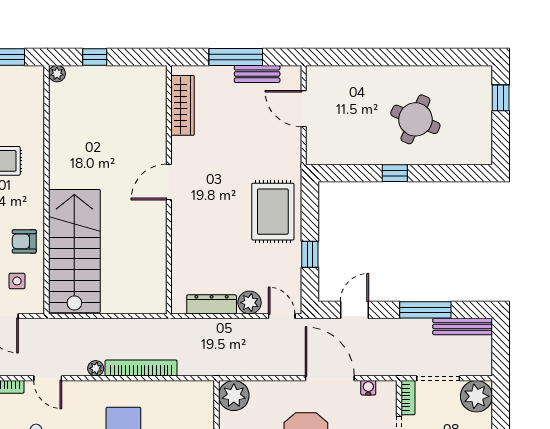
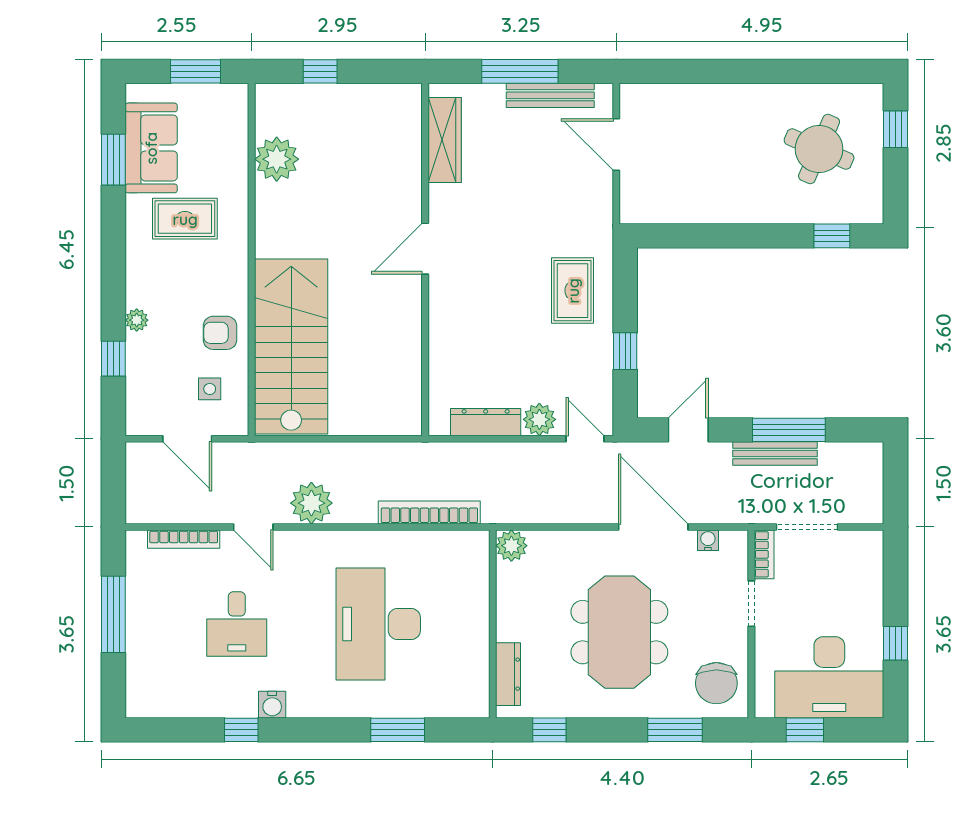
plant: (57, 74) -> (277, 159), moved, width x1.88, depth x1.88
bench: (257, 74) -> (550, 95), width x1.36
round table: (415, 119) -> (819, 149), moved
window: (395, 173) -> (832, 236), moved
rug: (273, 212) -> (573, 291), width x0.73, depth x0.70
bench: (463, 327) -> (775, 454), moved
plant: (96, 368) -> (311, 503), width x1.87, depth x1.87
bookcase: (141, 368) -> (429, 512), moved
plant: (234, 396) -> (511, 546), width x0.73, depth x0.73
plant: (476, 396) -> (861, 552), removed

